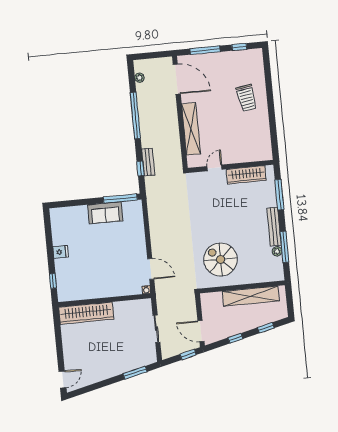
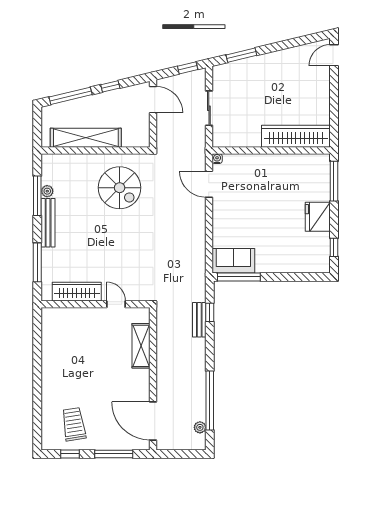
trolley: (247, 98) -> (74, 424), moved
window: (135, 116) -> (210, 400), moved
shelving: (191, 129) -> (141, 346), width x0.68
door: (215, 168) -> (116, 304), swing flipped
sofa: (105, 213) -> (233, 261), moved
window: (48, 229) -> (334, 247), added
fridge: (61, 252) -> (318, 217), width x1.88, depth x1.34
window: (53, 281) -> (334, 181), width x2.17
window: (266, 328) -> (71, 96), width x2.17
window: (188, 354) -> (188, 68), moved

